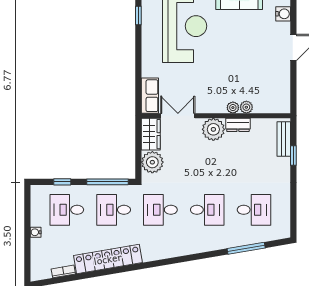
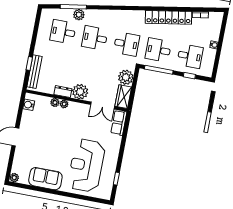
water cooler: (283, 14) -> (29, 105), moved
bench: (284, 139) -> (35, 72), width x1.36
desk: (114, 210) -> (158, 50), turned 180
plant: (236, 239) -> (79, 15), added

